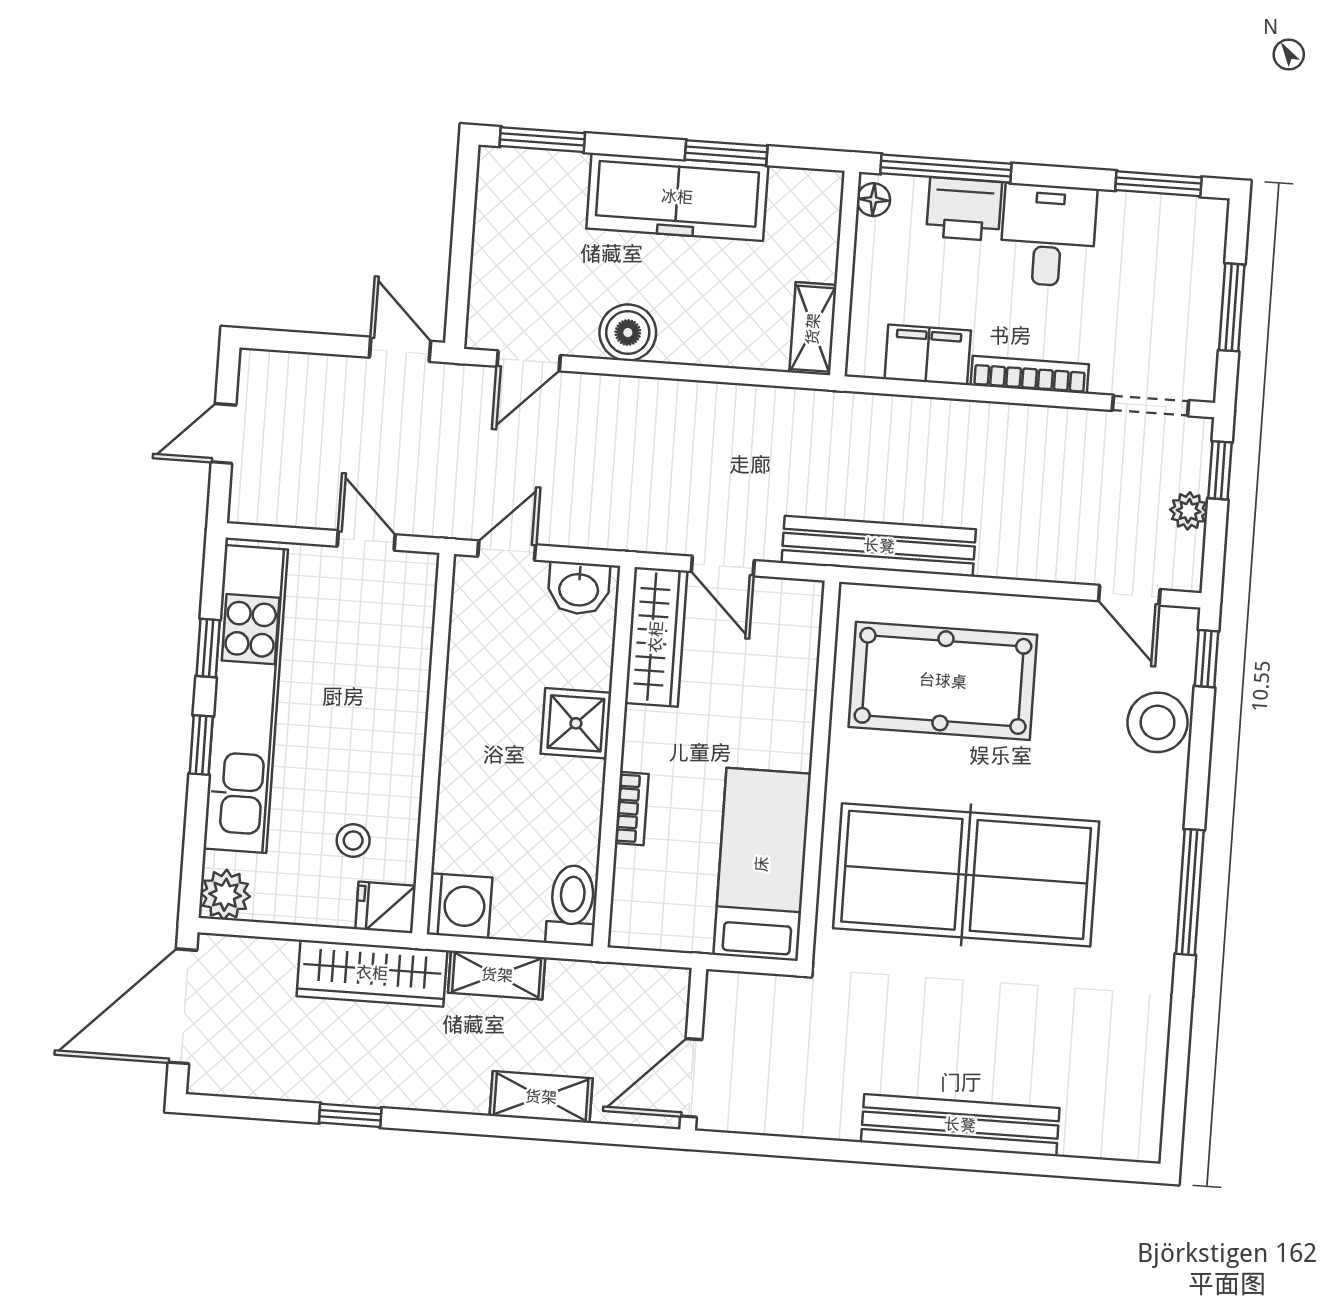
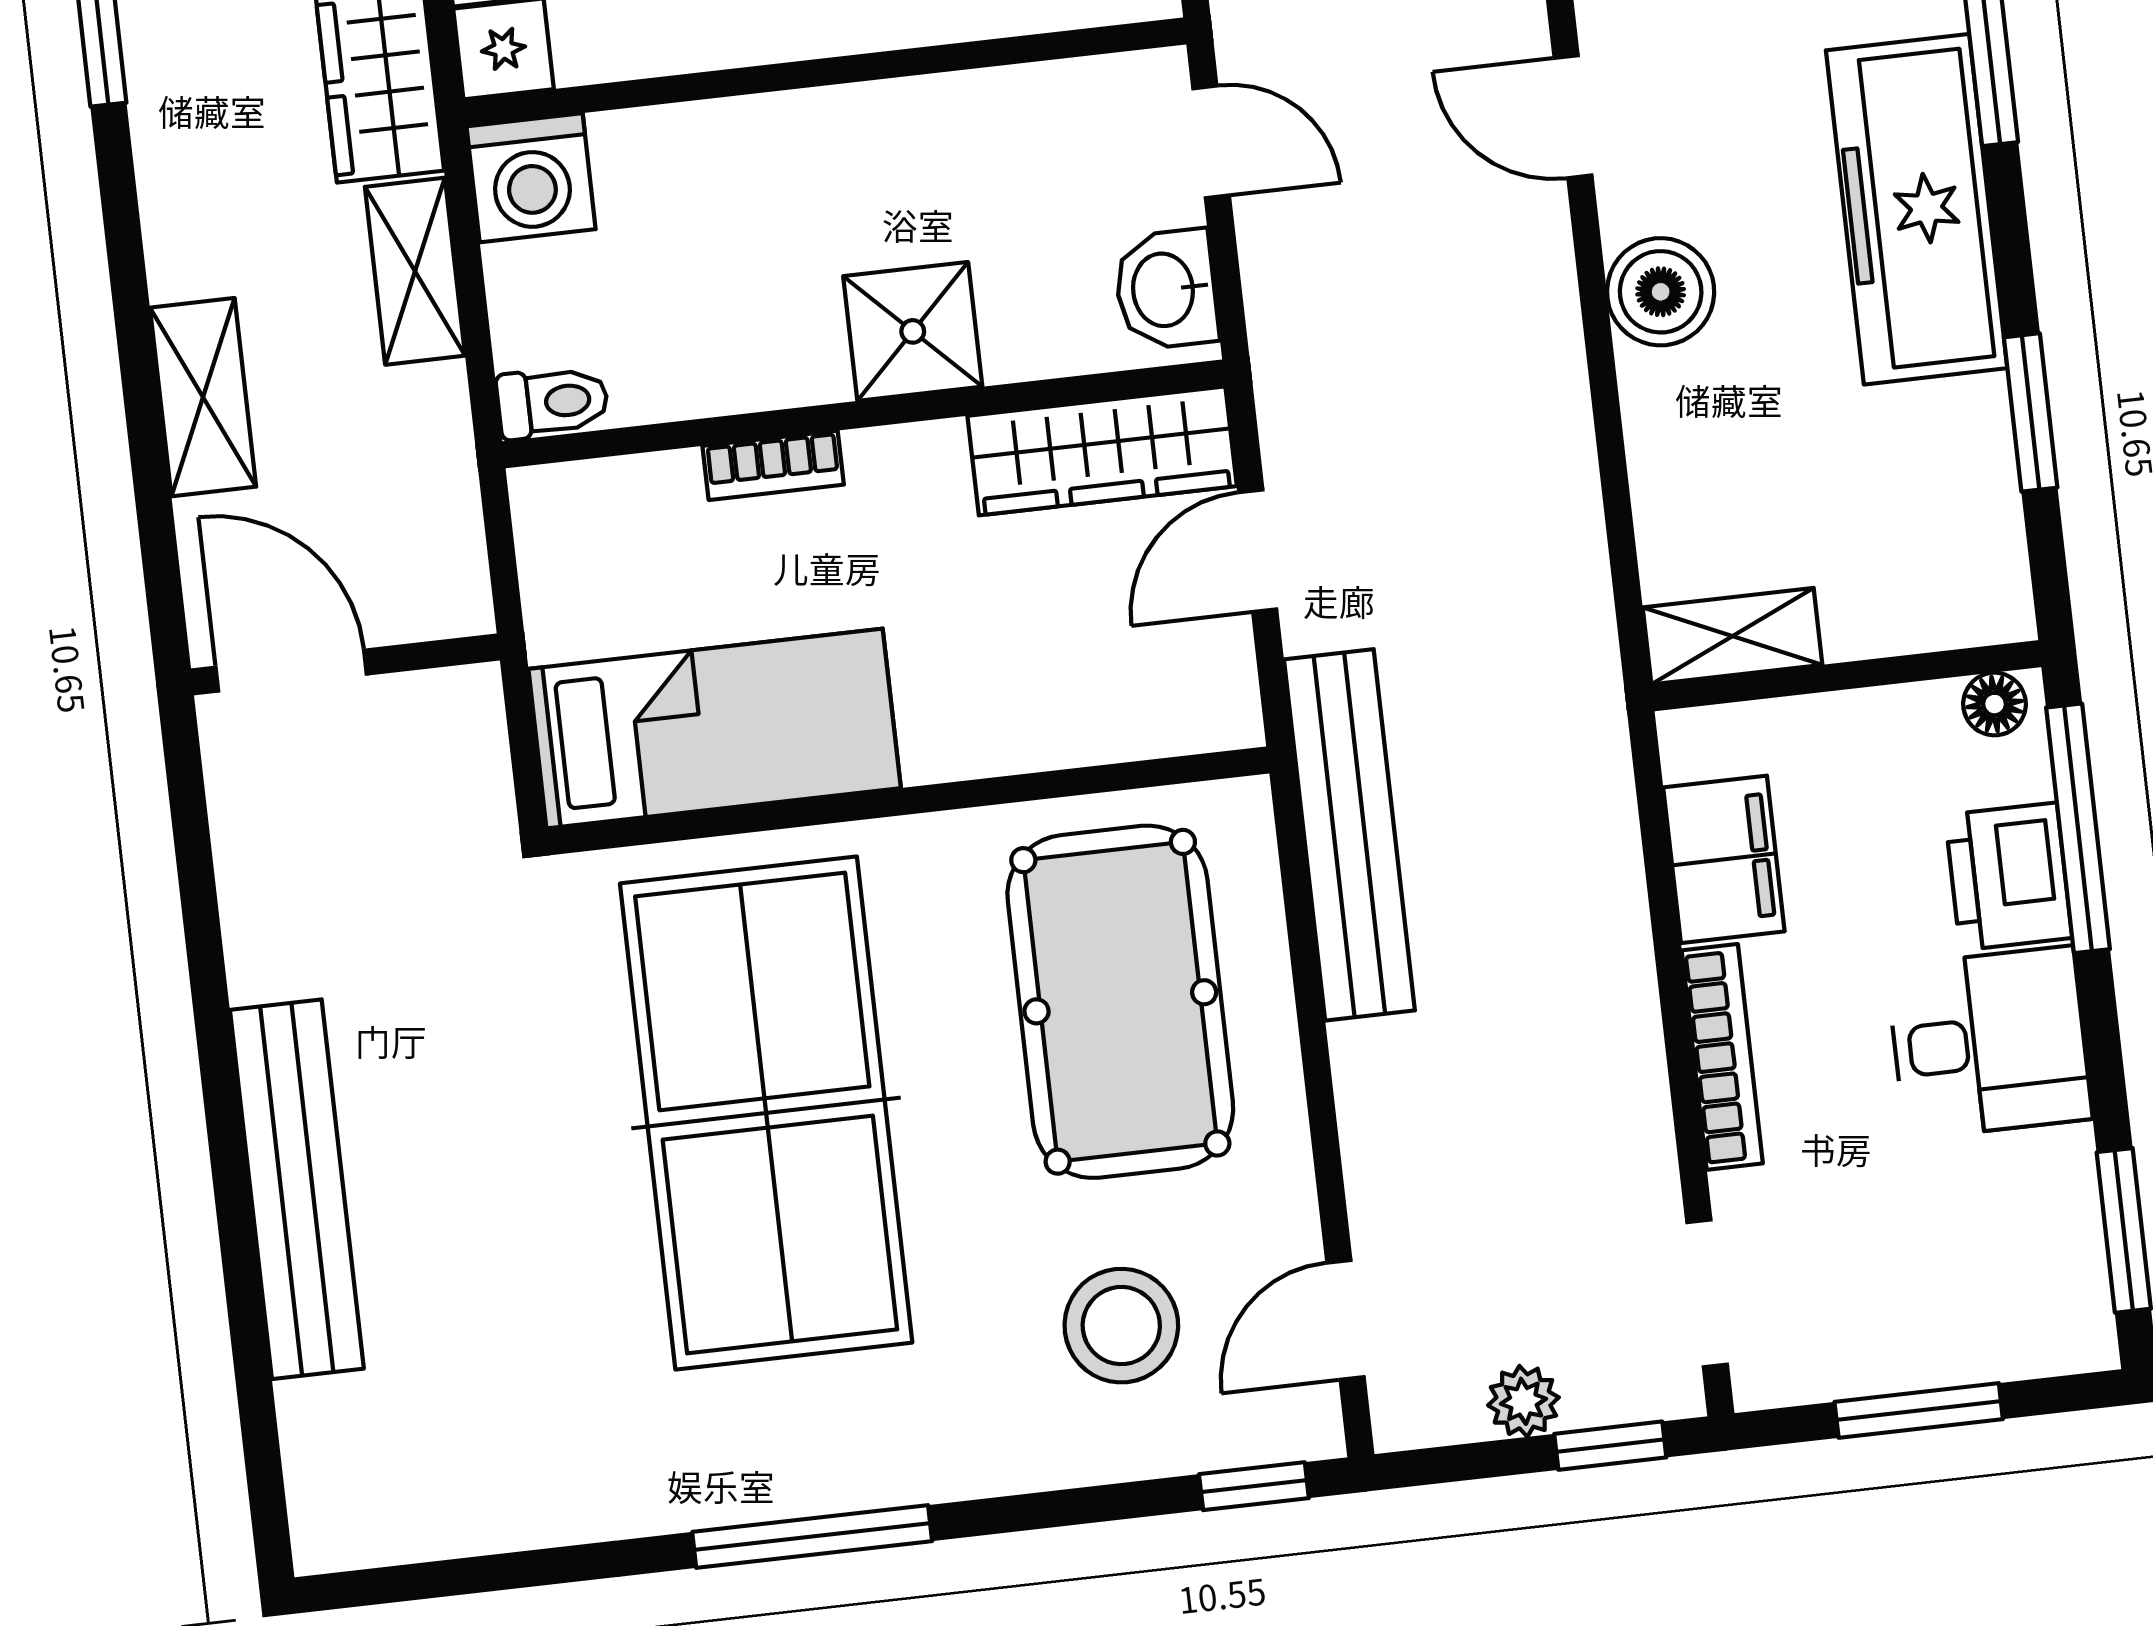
freezer: (677, 197) -> (1917, 209), moved
stool: (1158, 722) -> (1121, 1326), moved
toilet: (572, 905) -> (552, 402), width x0.73, depth x0.72

